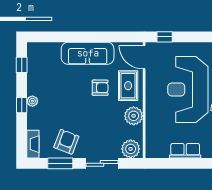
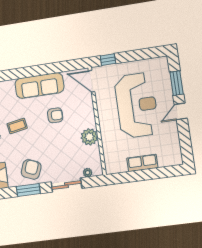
rug: (128, 86) -> (80, 110), removed
reception desk: (188, 89) -> (137, 105), turned 180
coffee table: (57, 93) -> (17, 126), added
plant: (131, 149) -> (88, 173), width x0.53, depth x0.53

